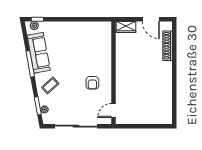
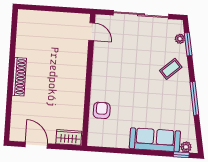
shoe rack: (168, 46) -> (19, 77), moved
sofa: (39, 53) -> (155, 140), moved, turned 100
armchair: (92, 83) -> (102, 110), moved
door: (114, 110) -> (92, 32), hinge flipped

